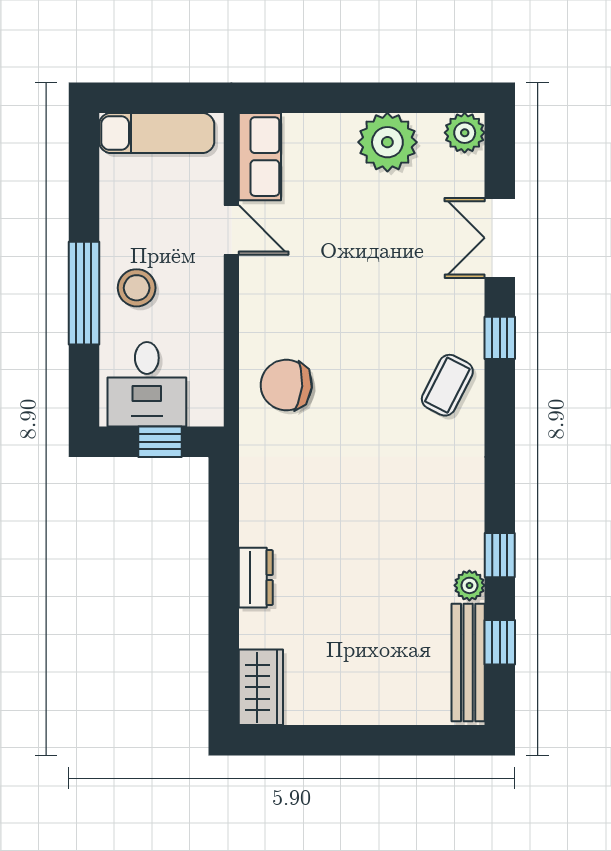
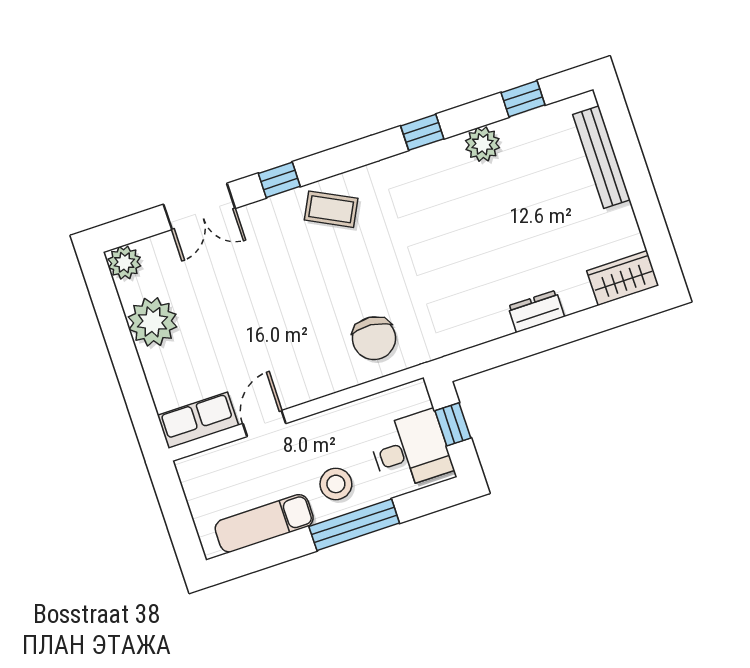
exam couch: (157, 133) -> (264, 523), moved, turned -90
window: (500, 555) -> (422, 132), moved
plant: (469, 585) -> (483, 144), width x1.38, depth x1.38
bench: (468, 662) -> (602, 157), moved, turned 90

